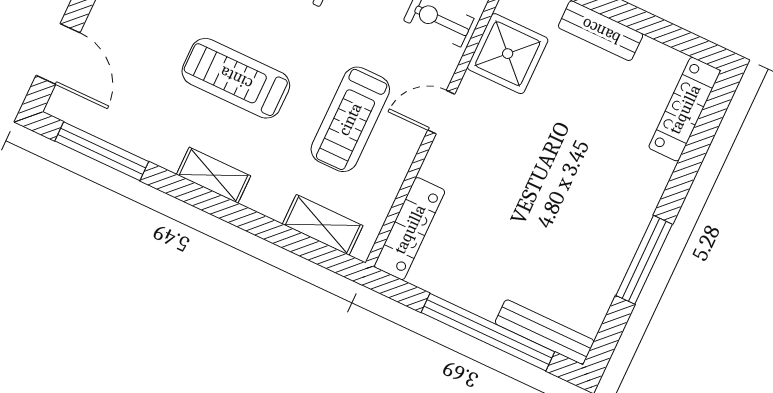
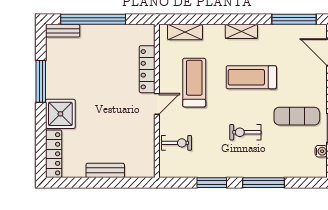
shower: (508, 54) -> (60, 114), moved
treadmill: (236, 78) -> (251, 77), turned 180
locker: (410, 229) -> (147, 69), moved
bench: (545, 332) -> (63, 31), width x0.73

